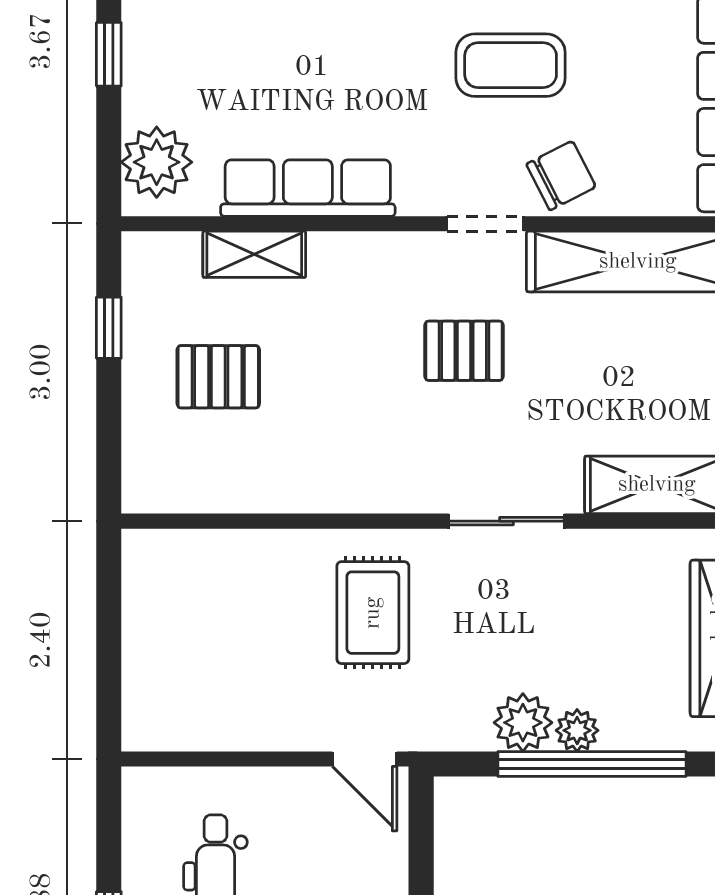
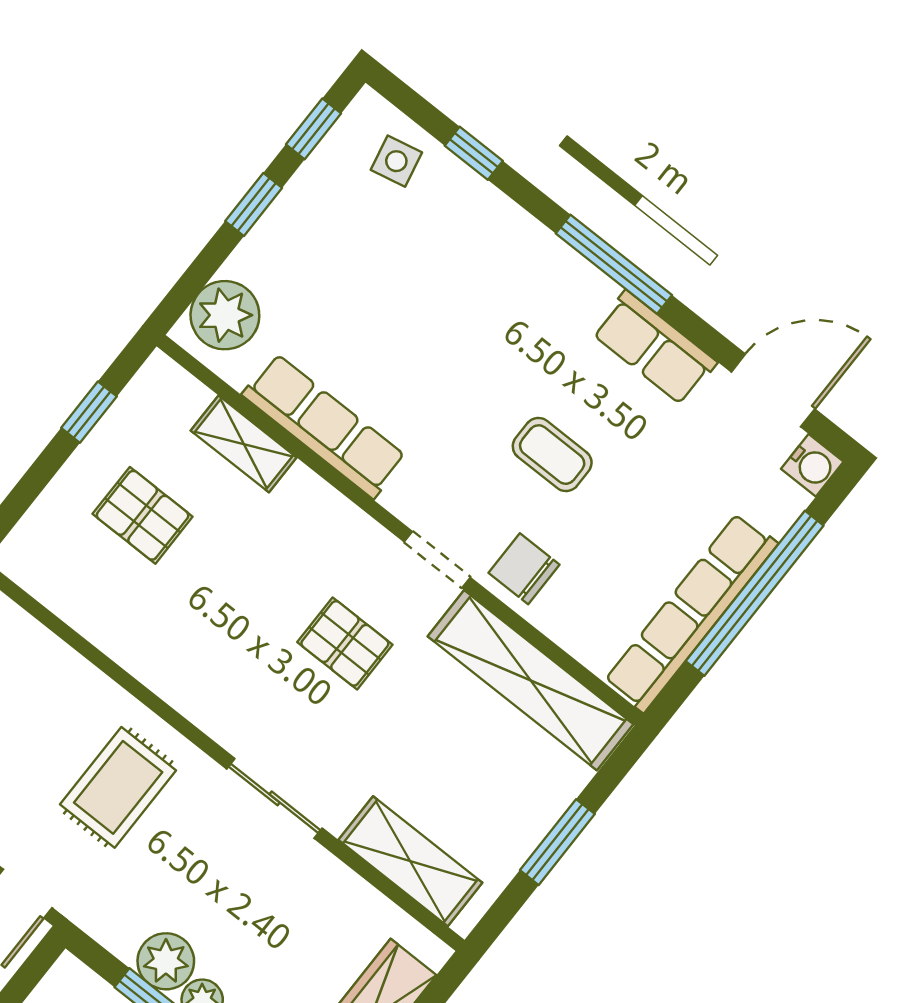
coffee table: (511, 65) -> (552, 455), width x0.73, depth x0.77
chair: (561, 176) -> (524, 569), turned -153

